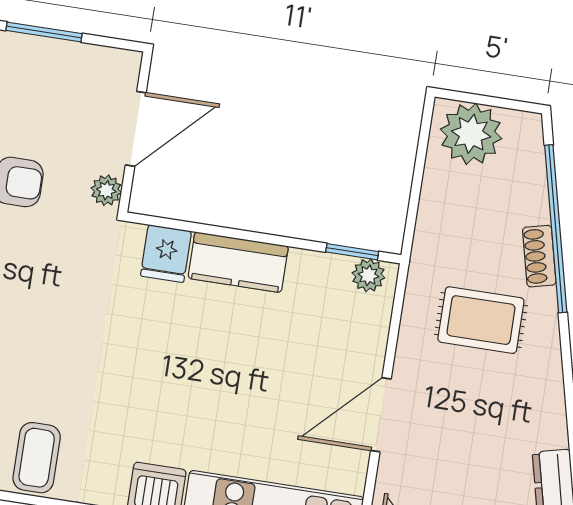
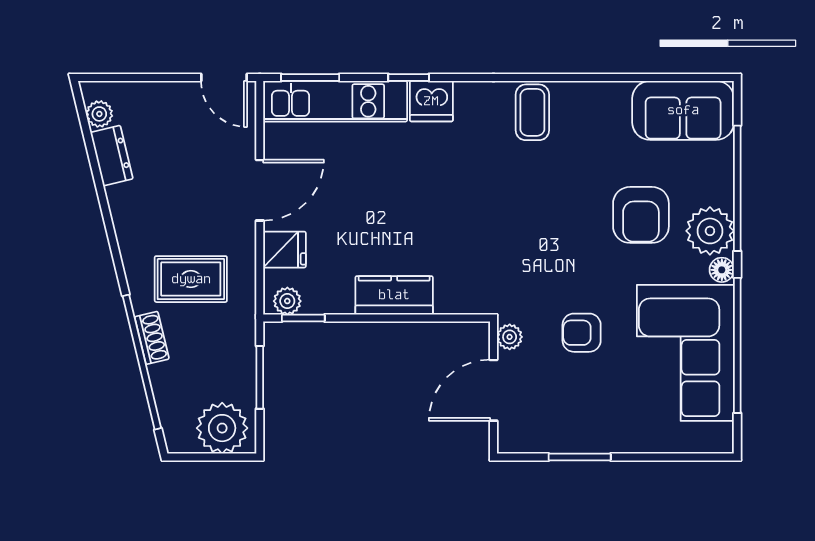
window: (416, 188) -> (260, 377), added
fridge: (166, 254) -> (285, 250), moved, turned 90

